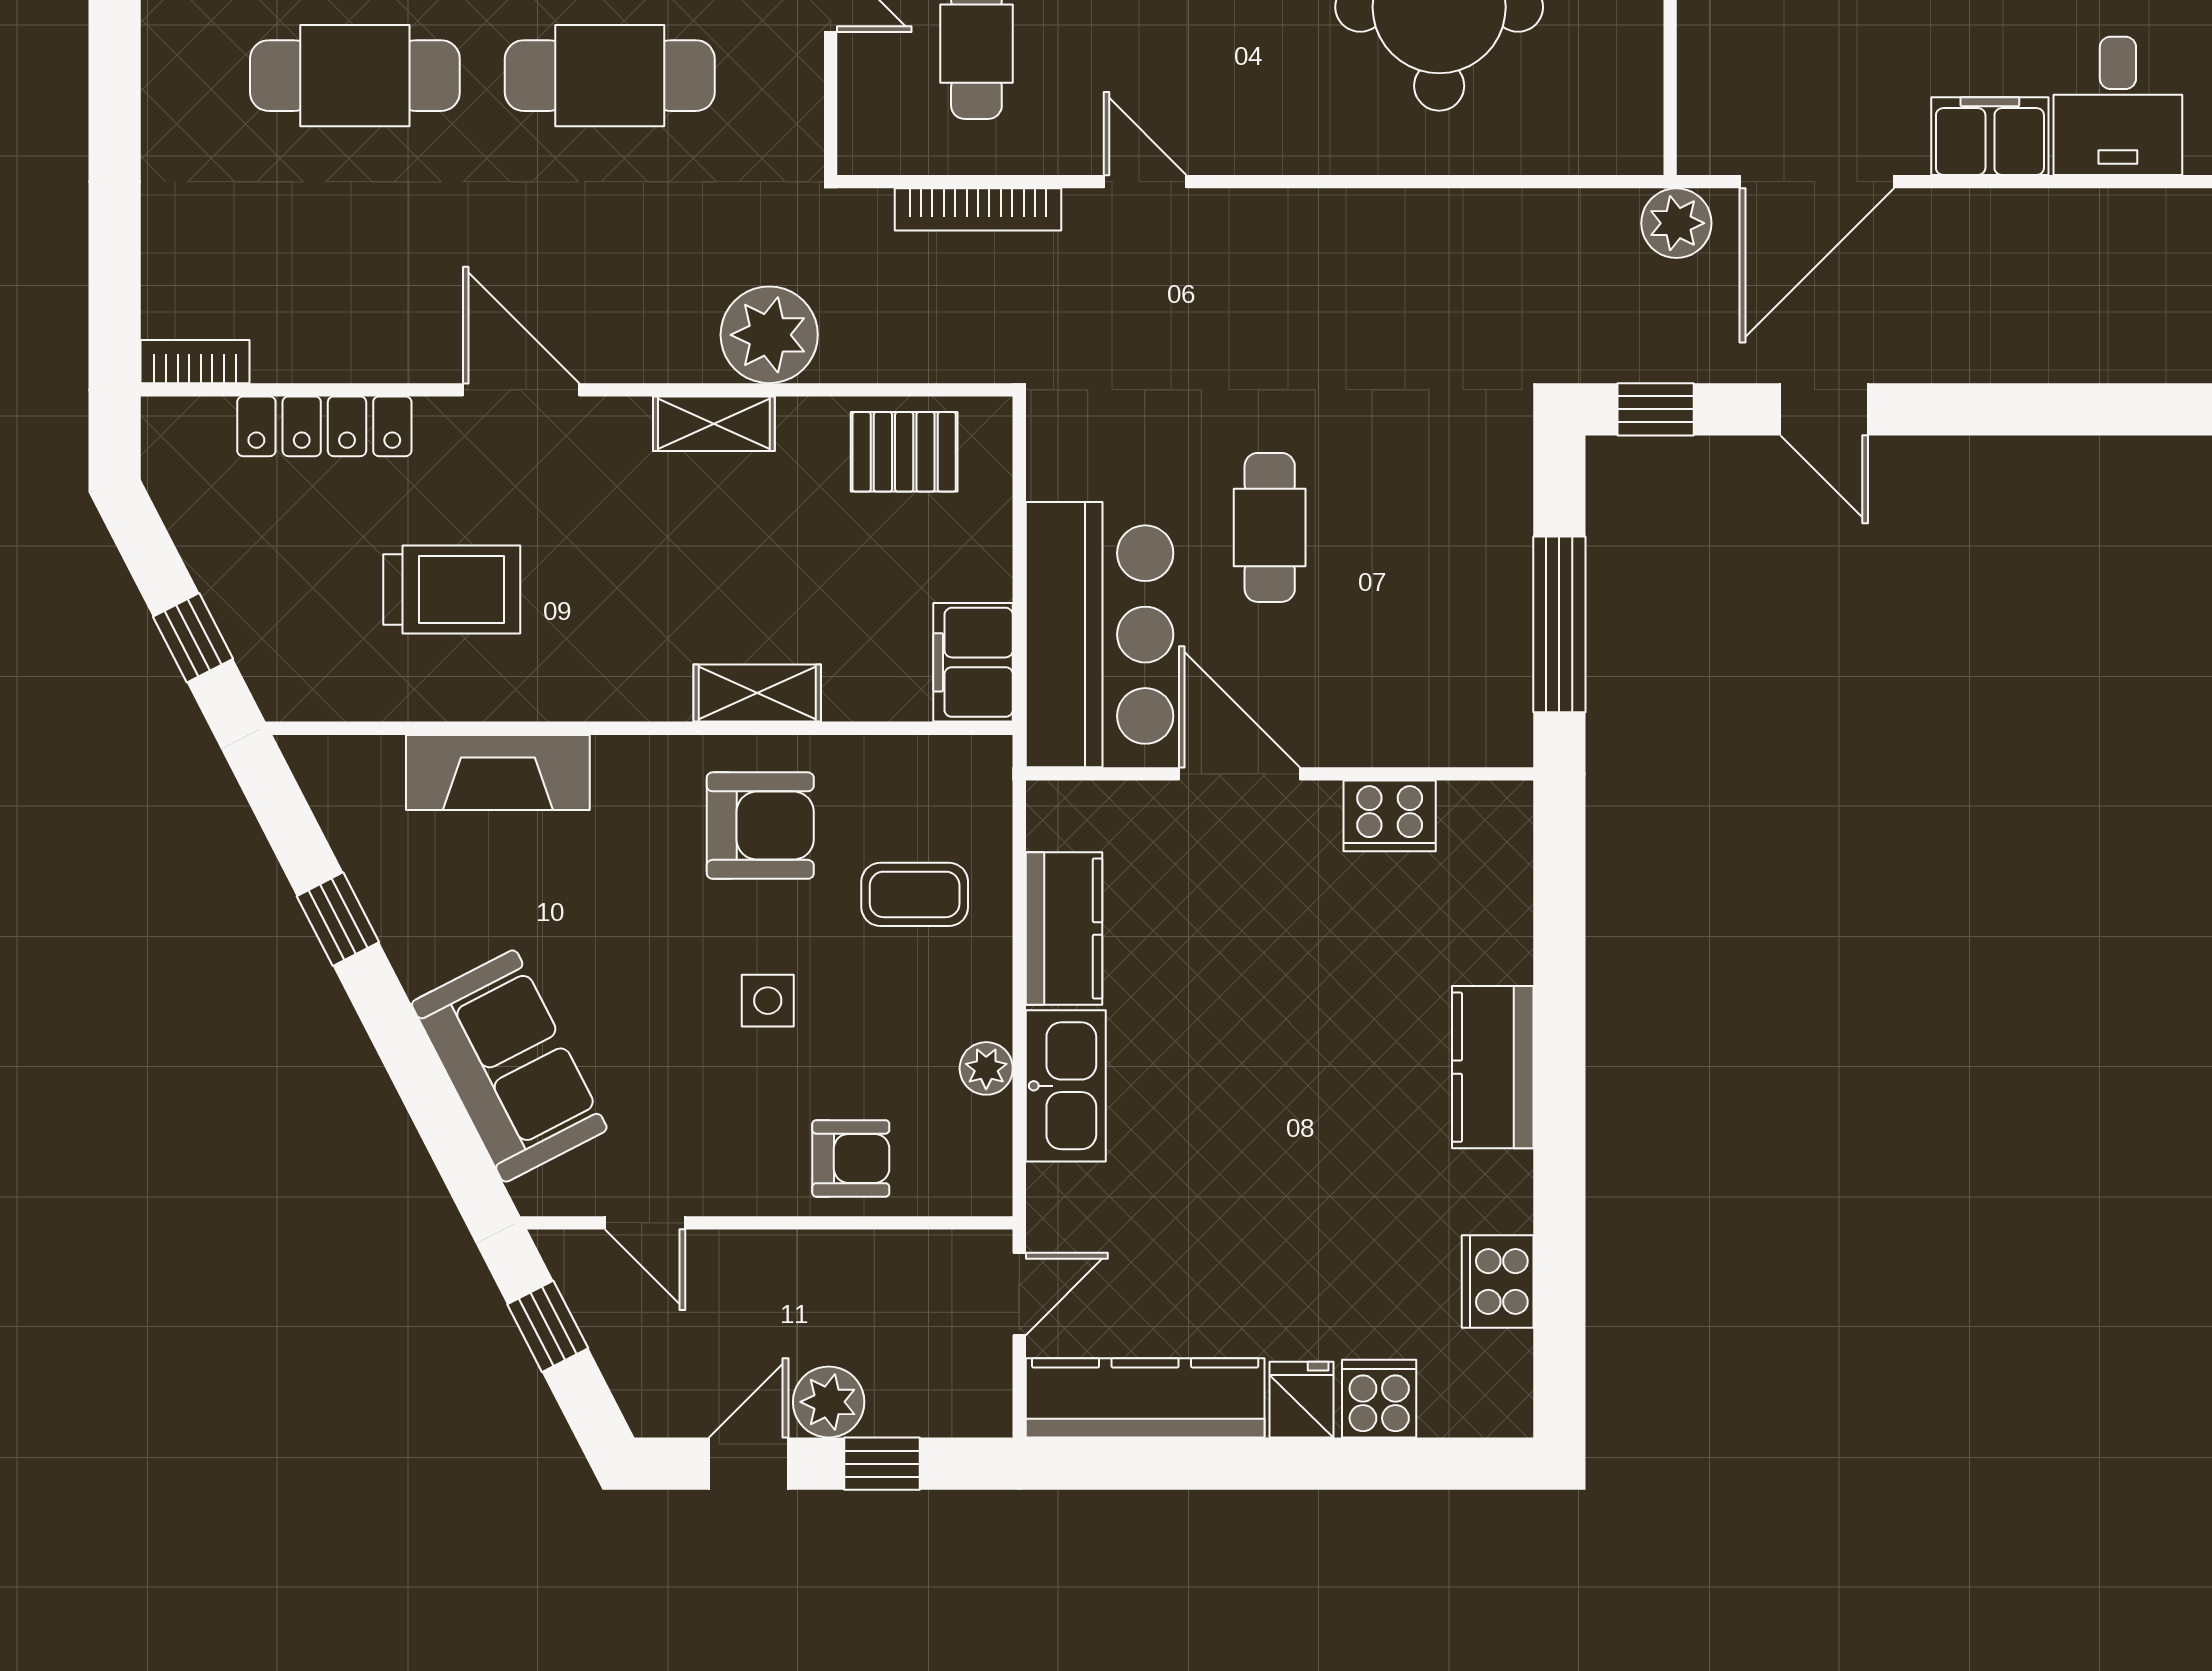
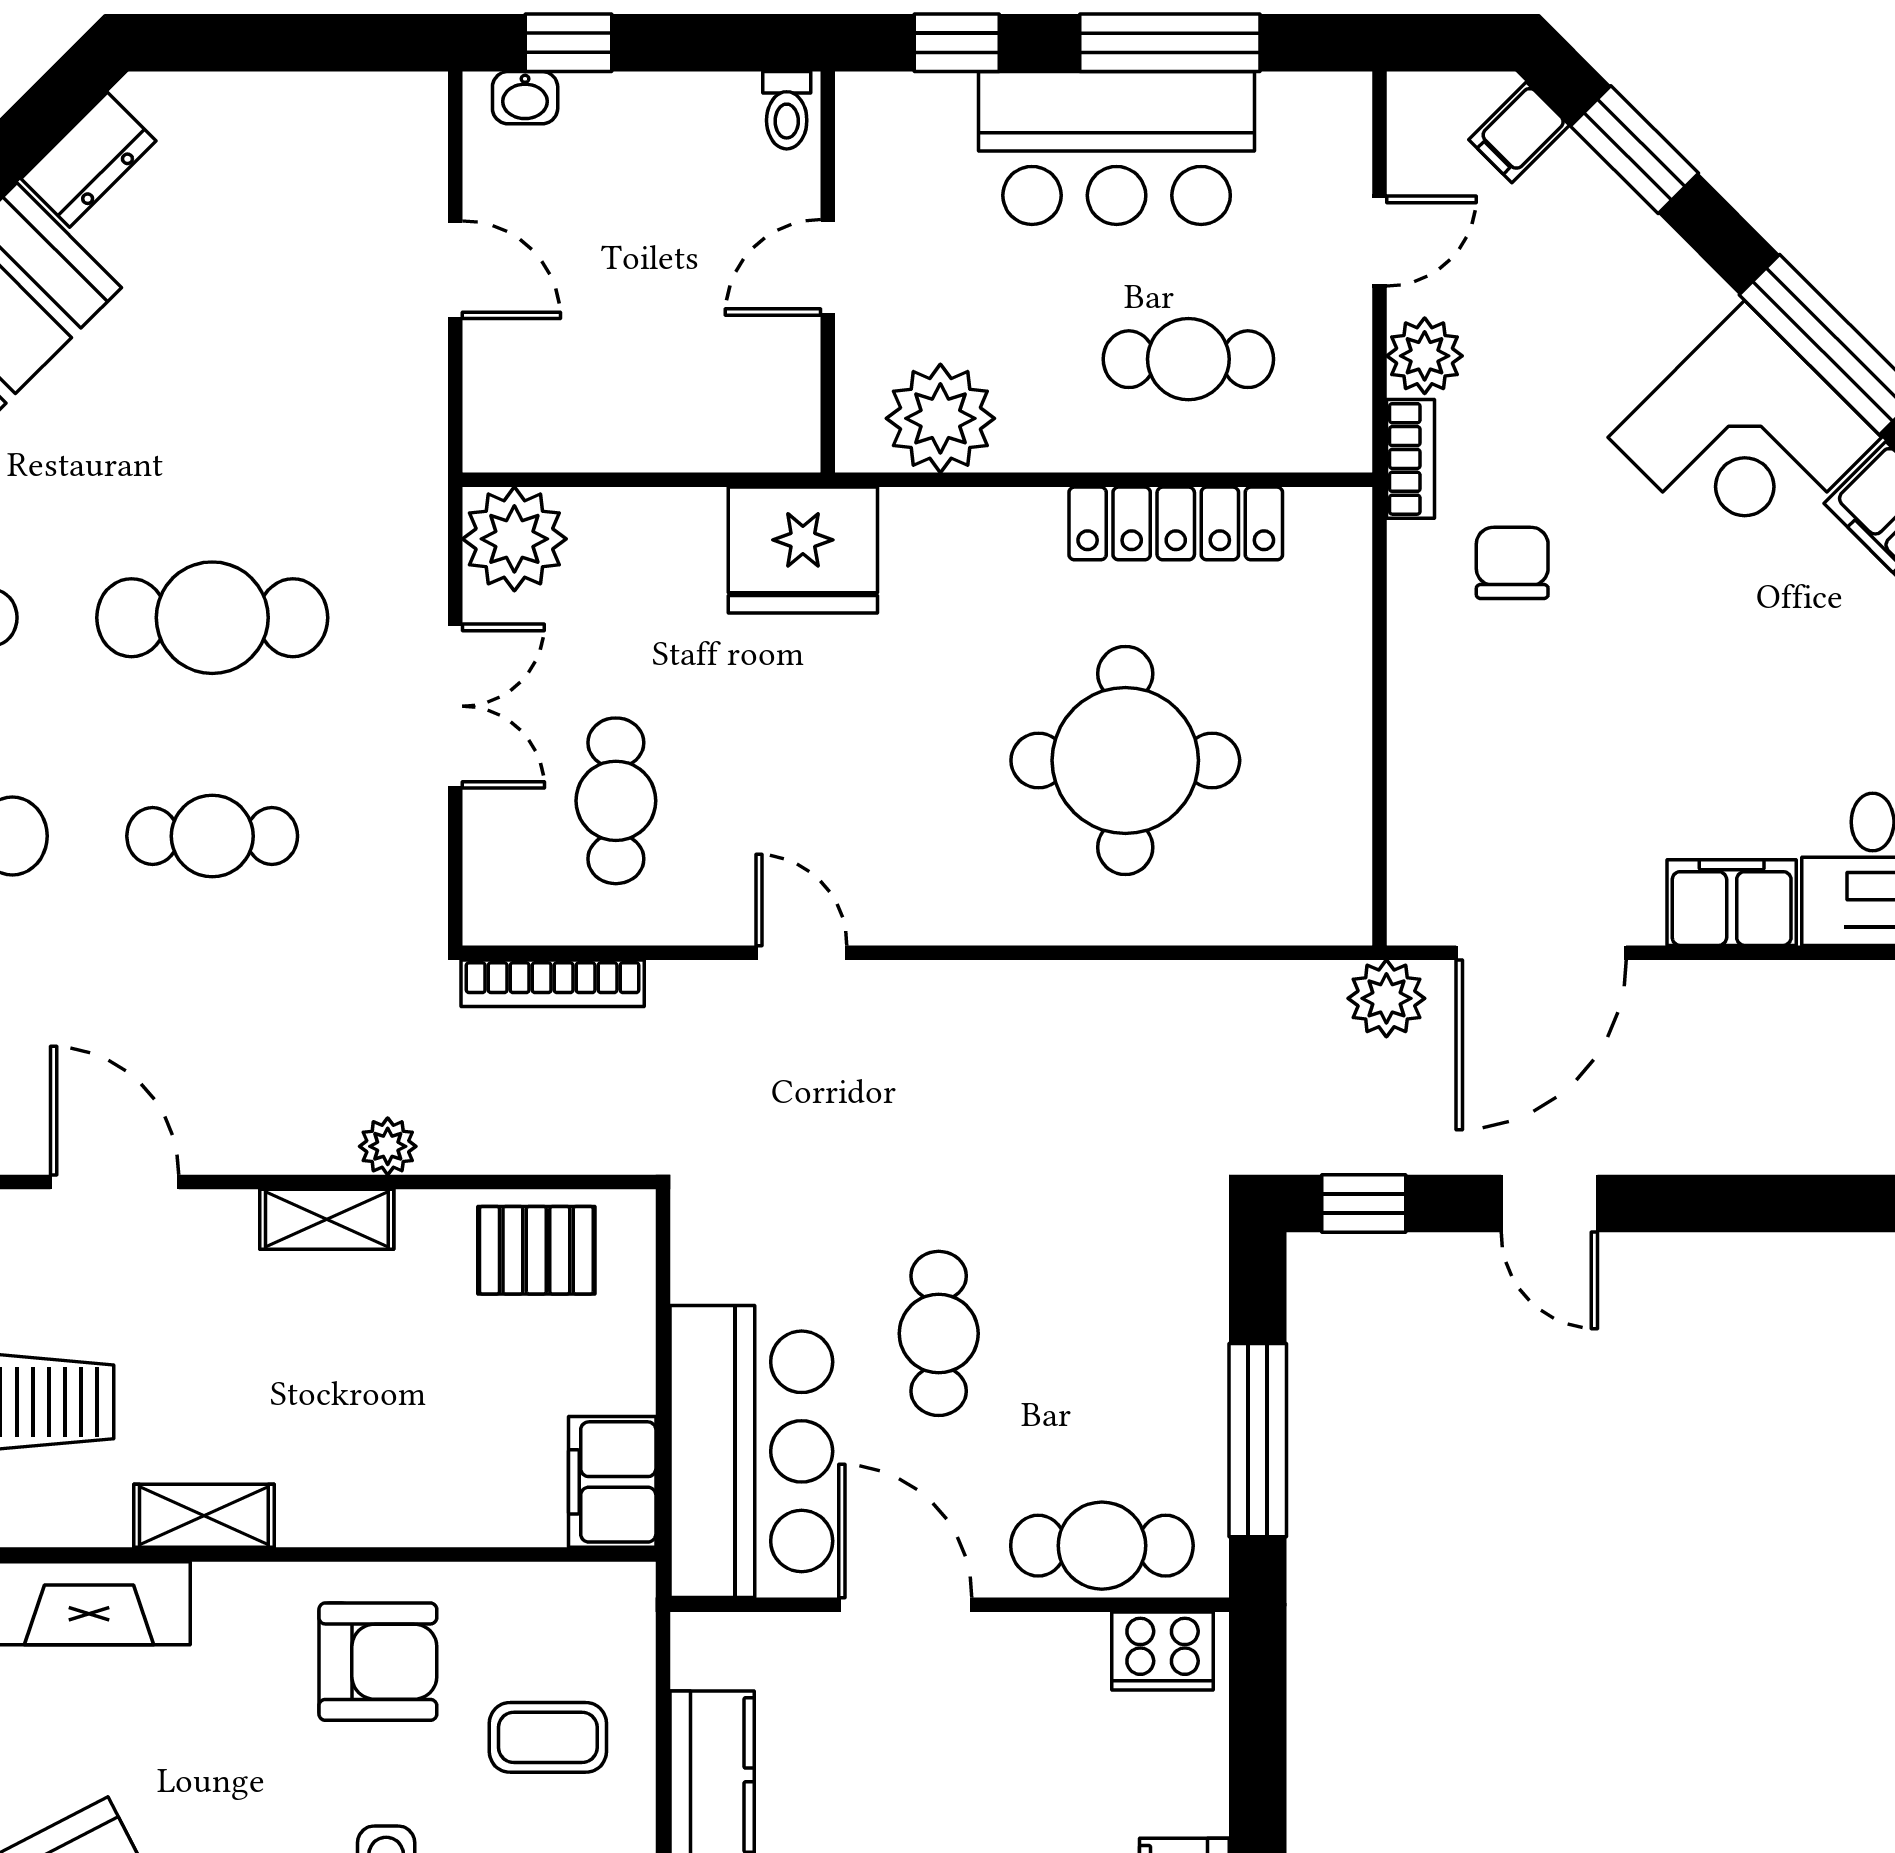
cafe table: (610, 76) -> (212, 836), width x0.73, depth x0.74
bookcase: (978, 209) -> (553, 983), moved
plant: (769, 335) -> (388, 1146), width x0.53, depth x0.53
shelving: (757, 693) -> (204, 1516), moved
cafe table: (1418, 720) -> (1102, 1546), added
cooker: (1390, 816) -> (1163, 1651), moved

